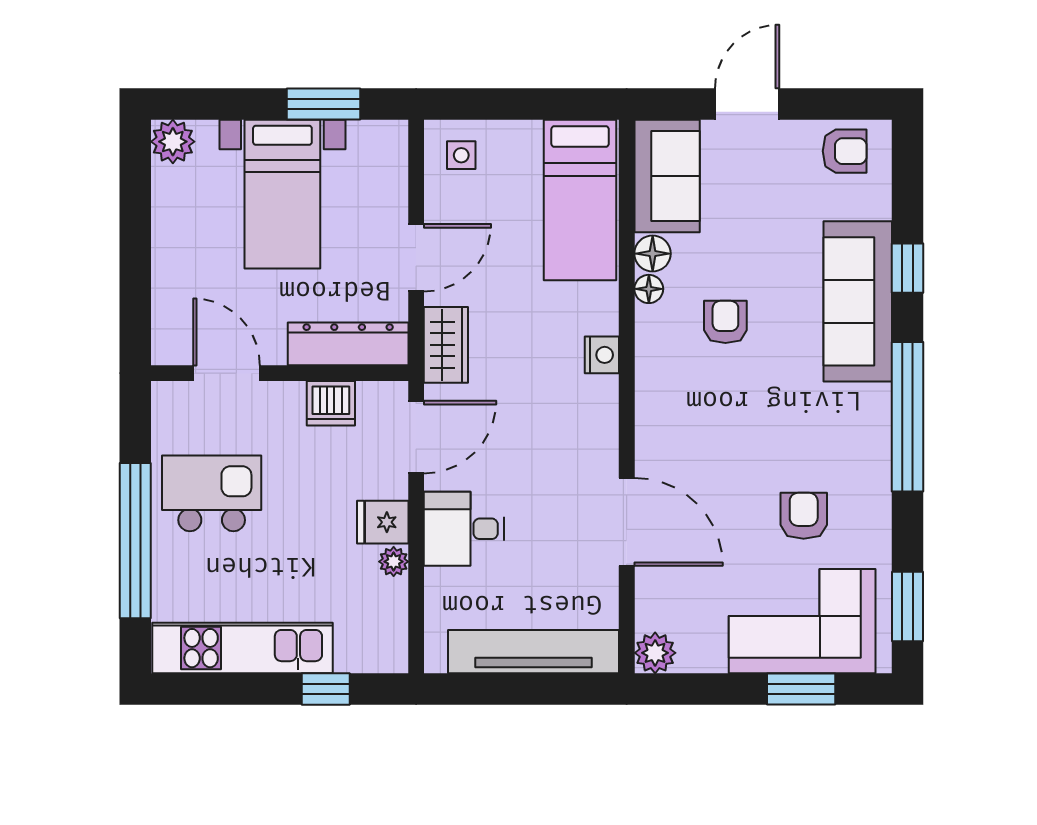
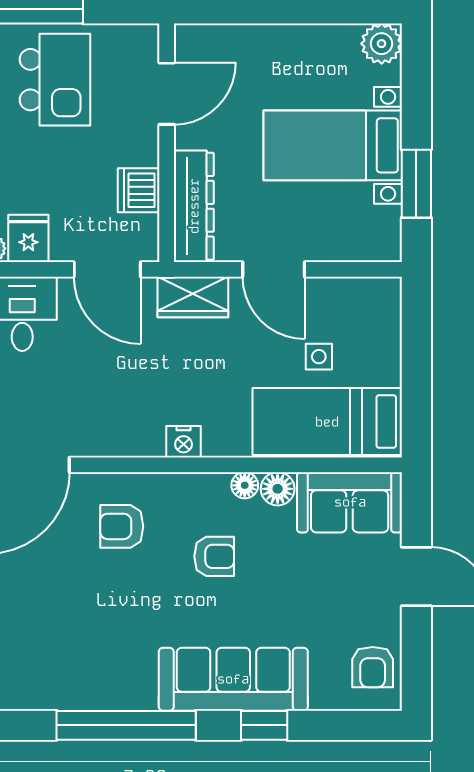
side table: (461, 155) -> (319, 357), moved
armchair: (804, 516) -> (122, 526), moved, turned 180

